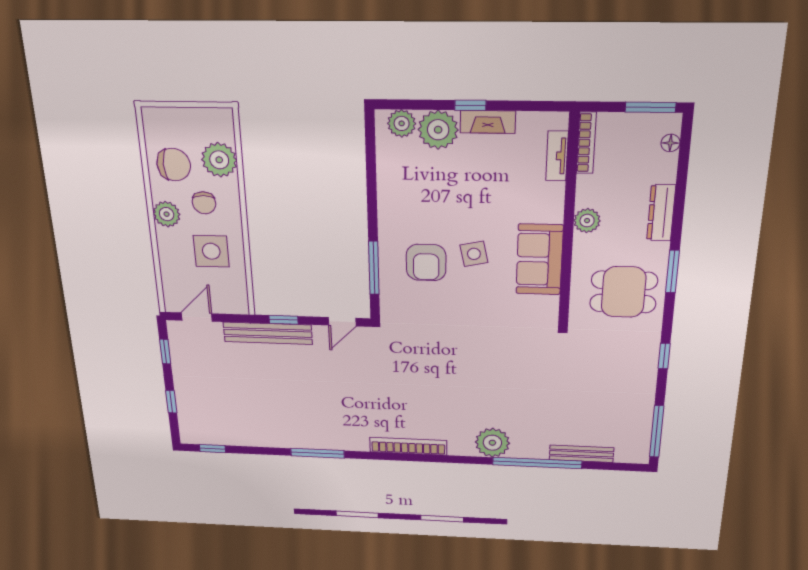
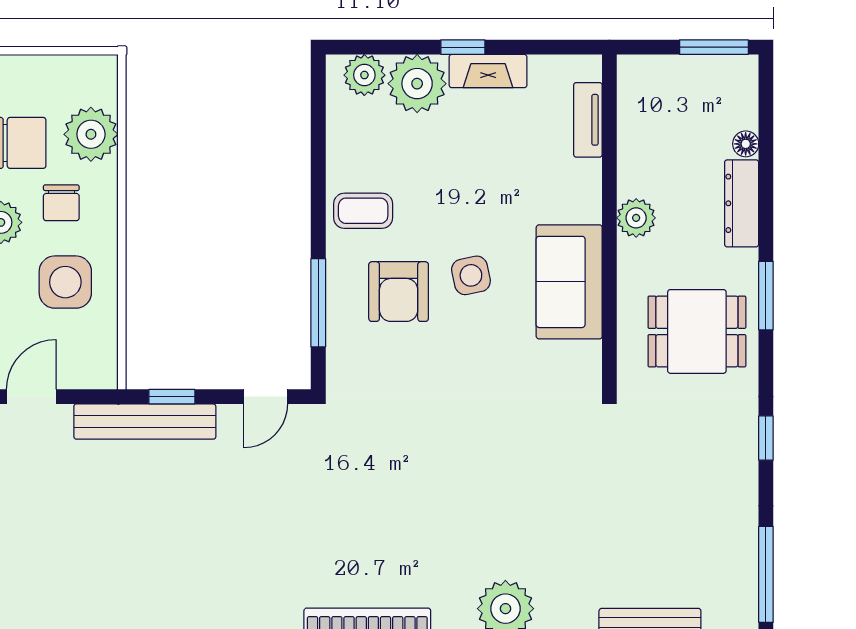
bookcase: (586, 143) -> (628, 100), removed
floor lamp: (670, 143) -> (746, 144), moved
coffee table: (402, 212) -> (363, 211), added

